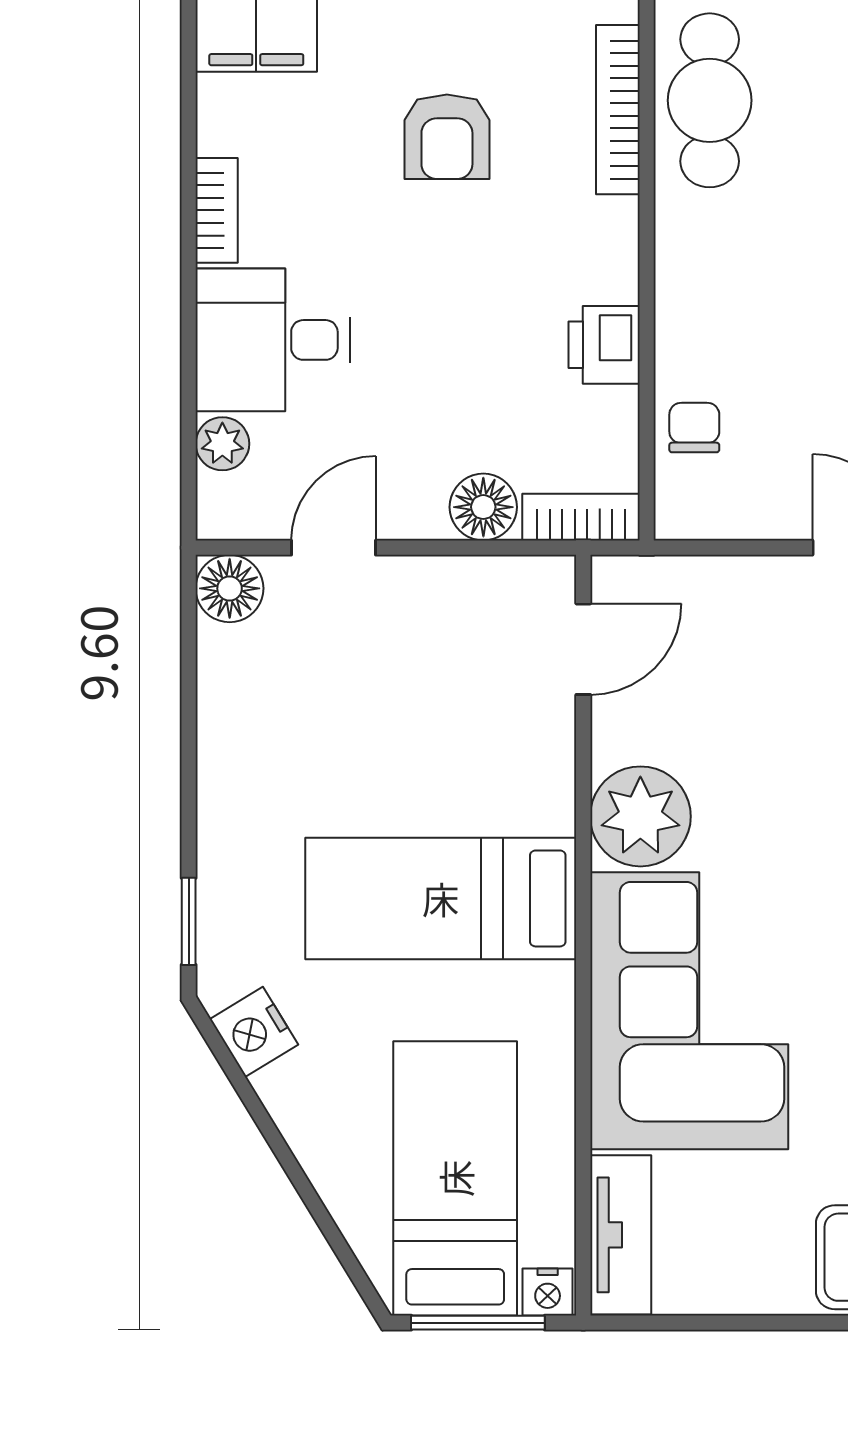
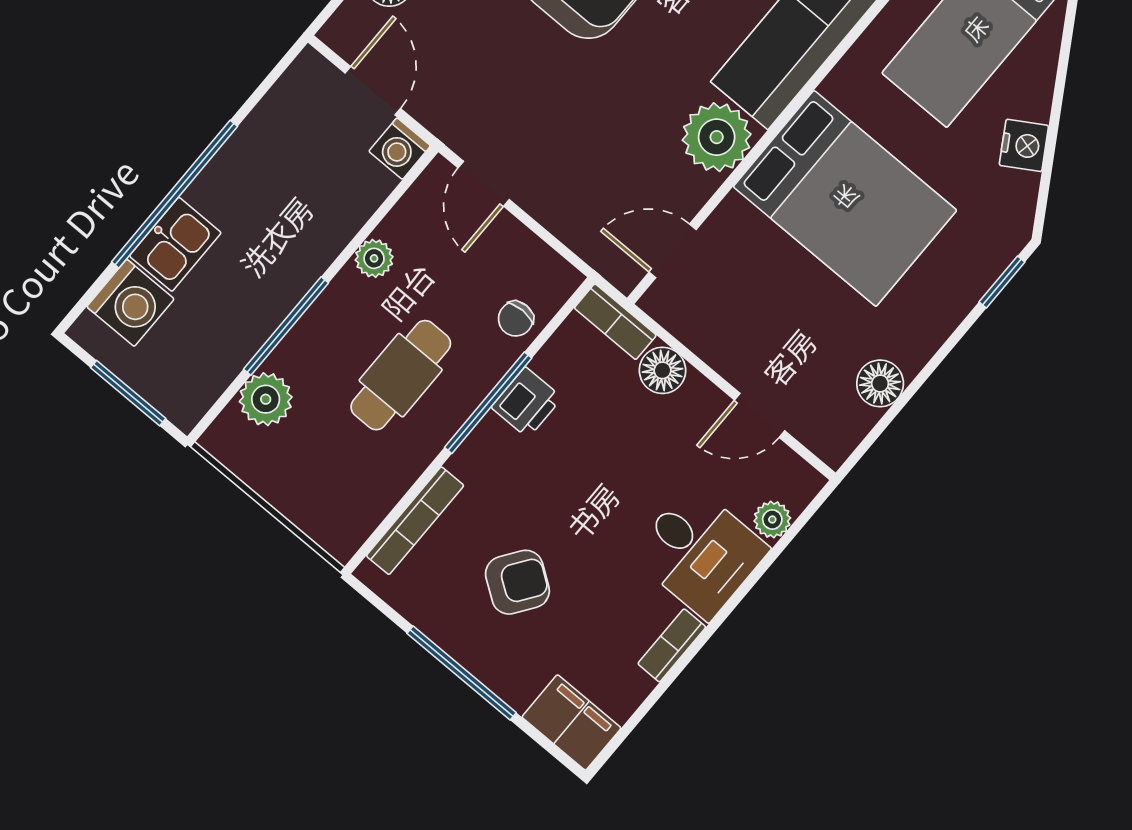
cafe table: (710, 100) -> (401, 375), moved
armchair: (447, 137) -> (517, 582), turned 35
window: (647, 309) -> (488, 403), added
floor lamp: (230, 588) -> (880, 383), moved
bed: (441, 898) -> (845, 198), width x1.50
nightstand: (254, 1032) -> (1024, 145), moved

